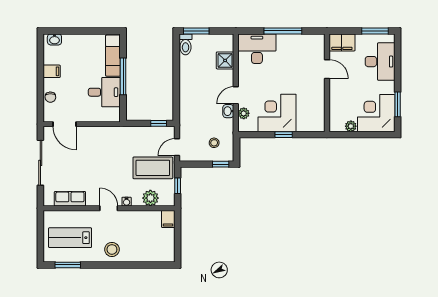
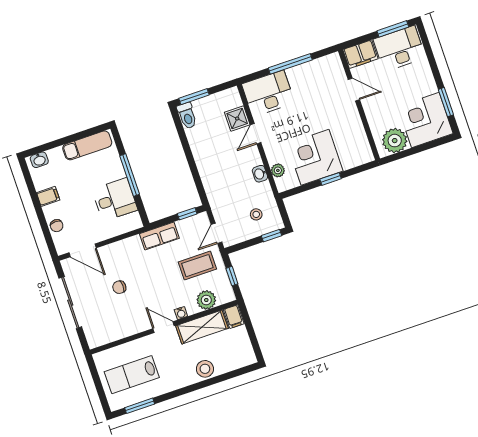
exam couch: (113, 56) -> (87, 145), moved, turned -90
desk: (380, 62) -> (399, 49), moved, turned -90
door: (236, 95) -> (256, 134), moved
plant: (351, 126) -> (395, 141), width x1.88, depth x1.88
chair: (84, 164) -> (119, 287), added
coffee table: (153, 168) -> (197, 266), width x0.73, depth x0.76
row of seats: (70, 199) -> (159, 236), moved, turned 180
shelving: (140, 219) -> (202, 327), added
stool: (112, 249) -> (205, 369), moved

